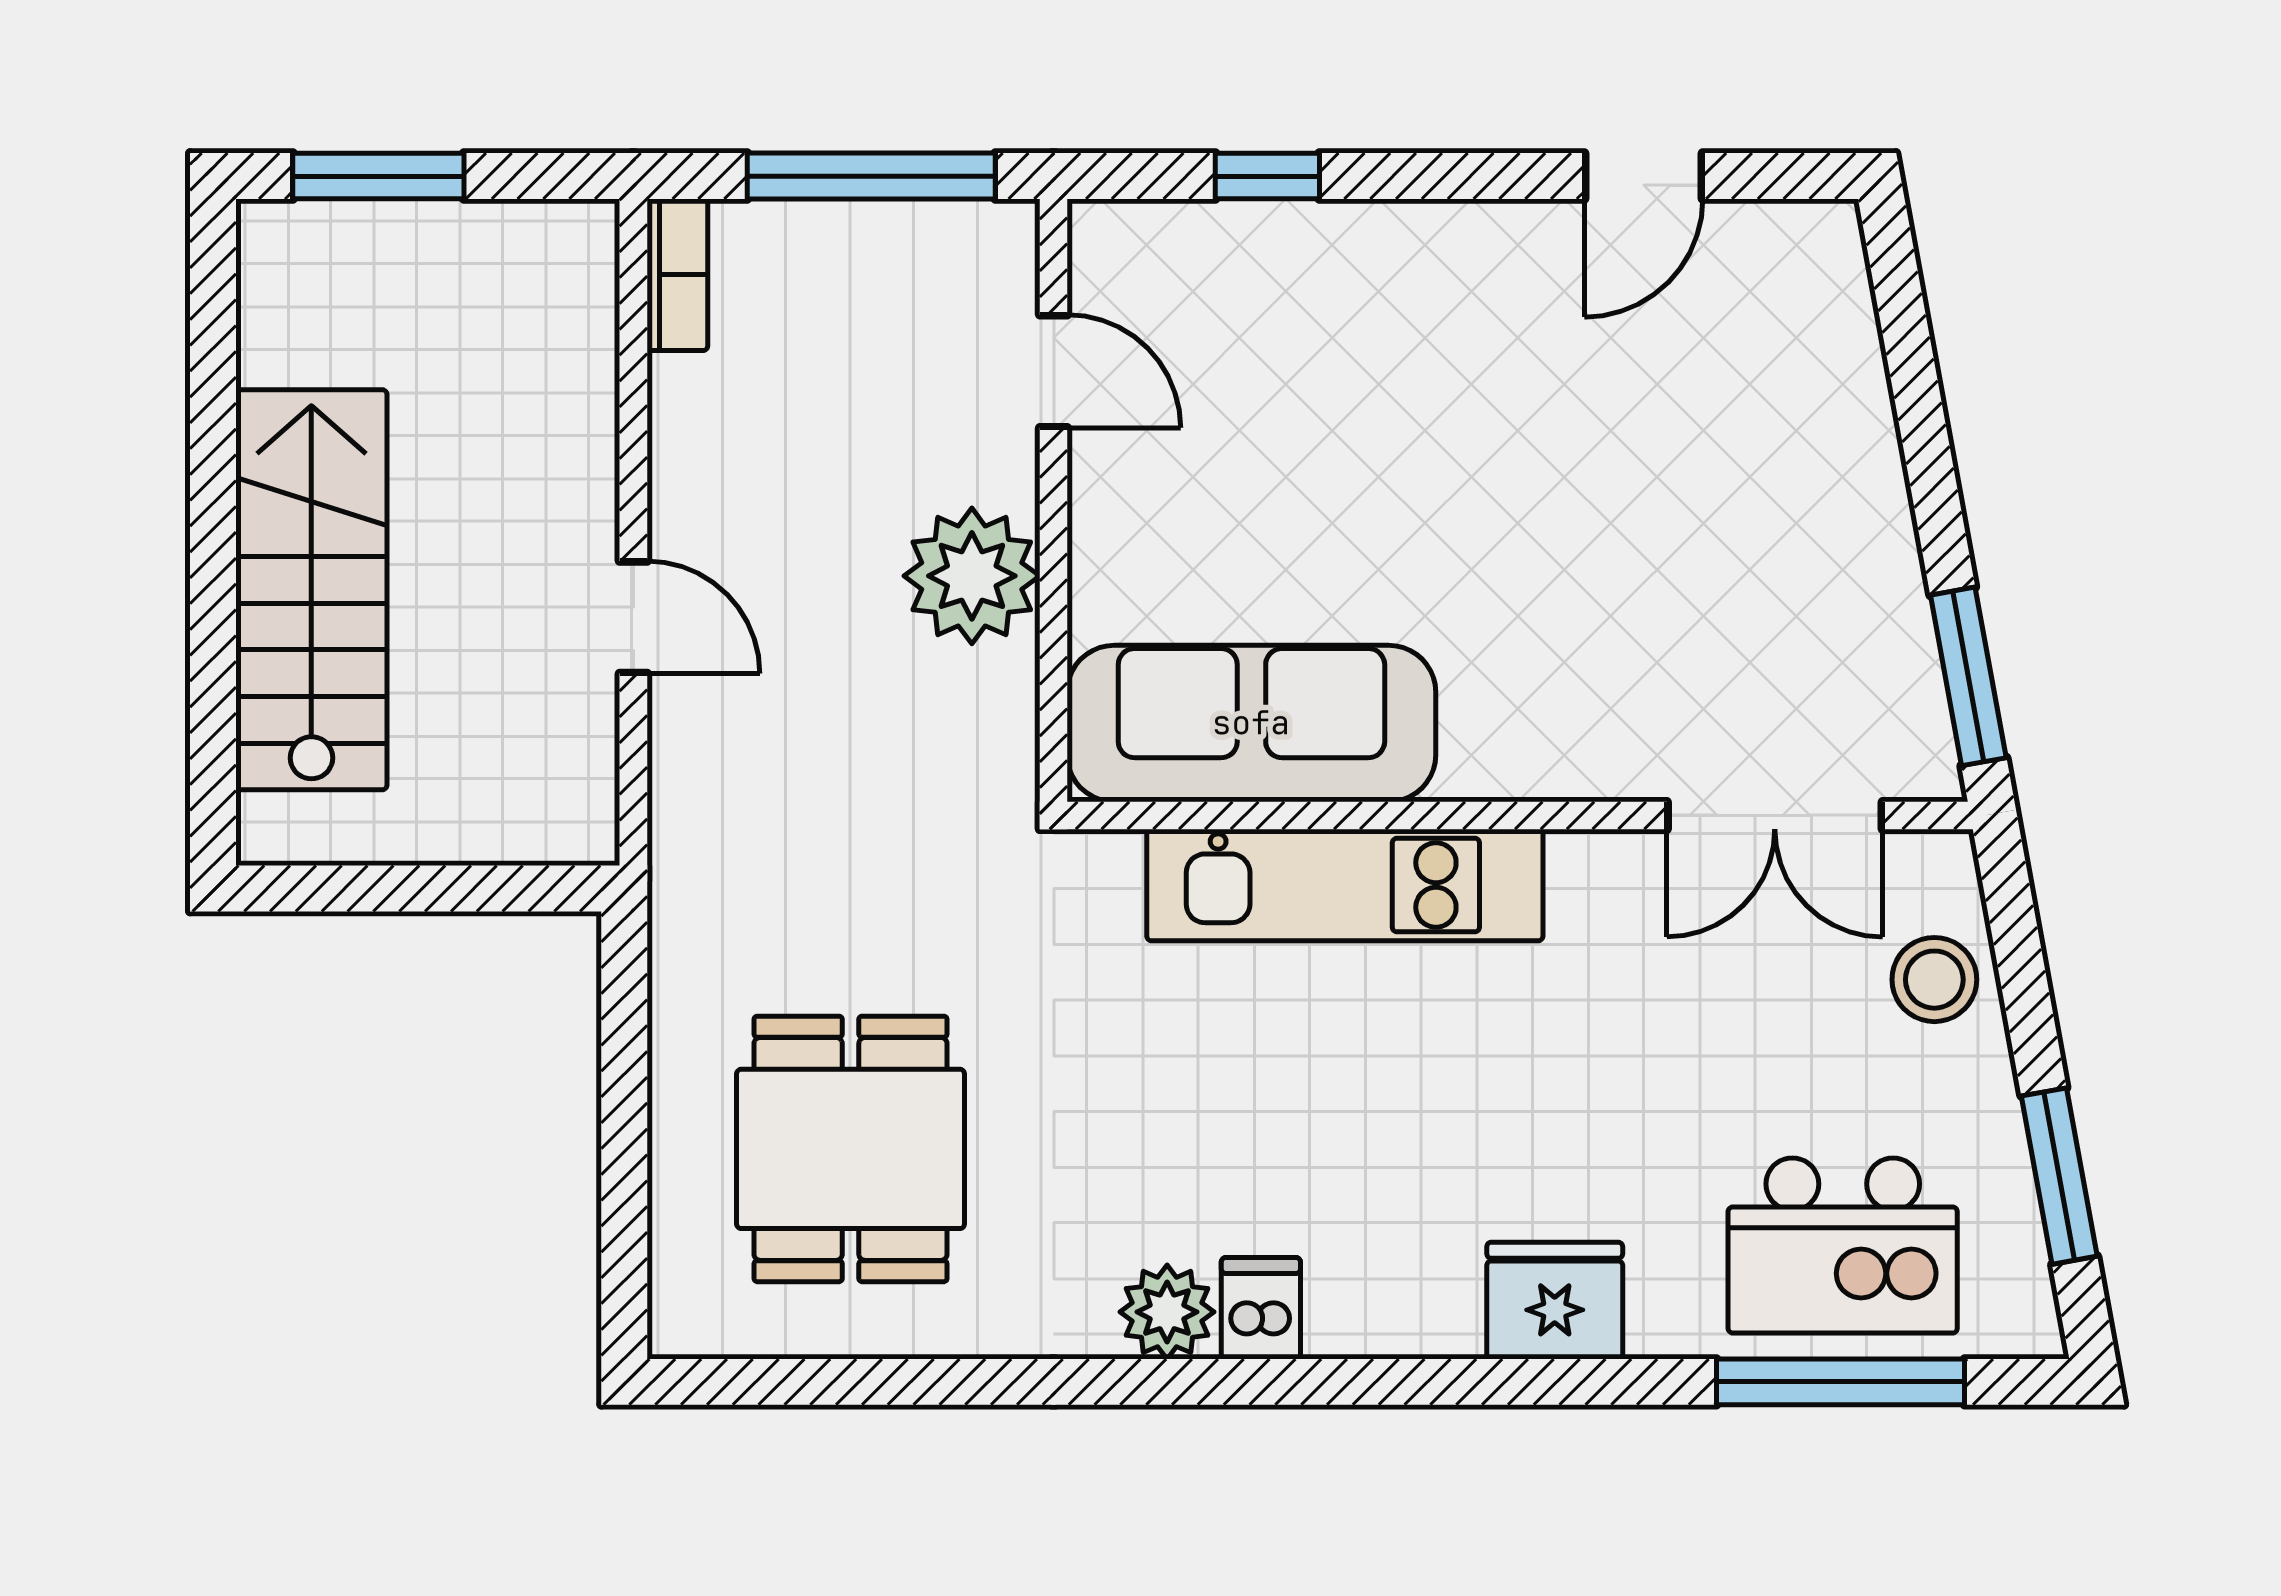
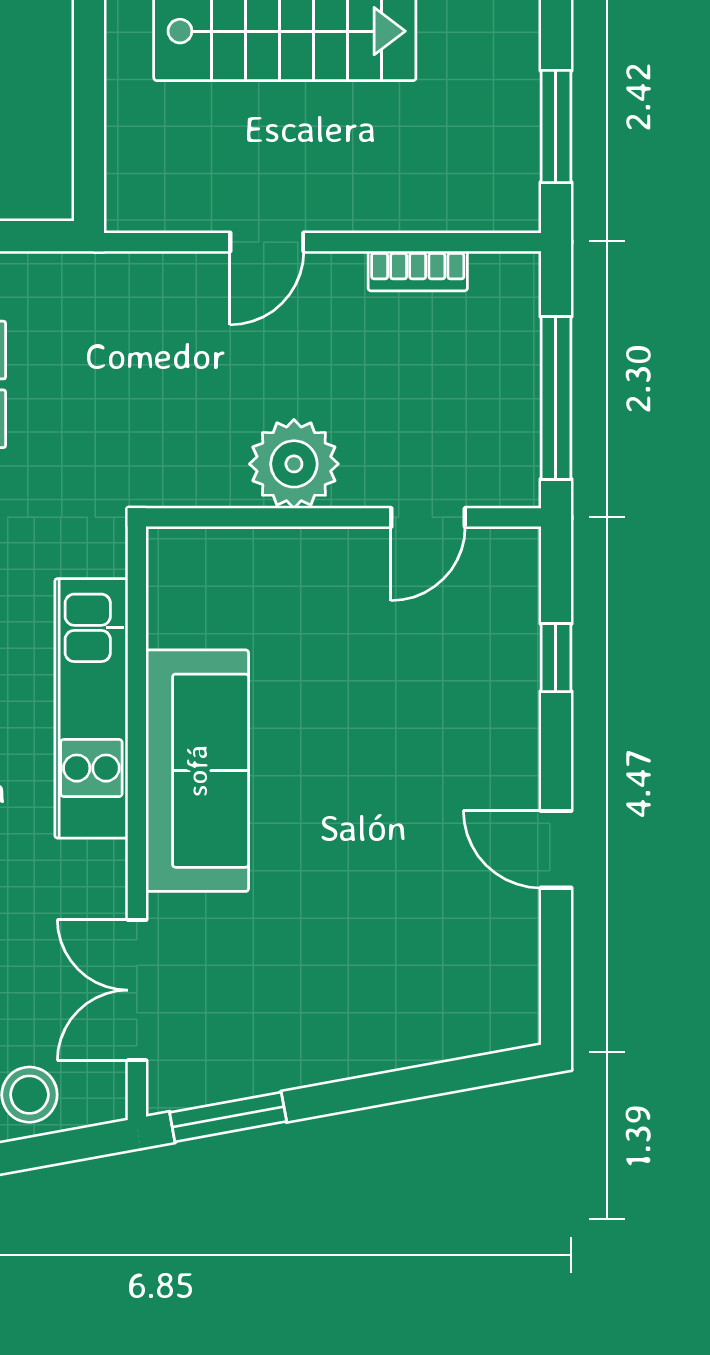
window: (378, 176) -> (556, 126), moved
door: (1644, 176) -> (556, 849), moved
bookcase: (677, 275) -> (418, 271), moved
sofa: (1251, 723) -> (197, 771), moved

